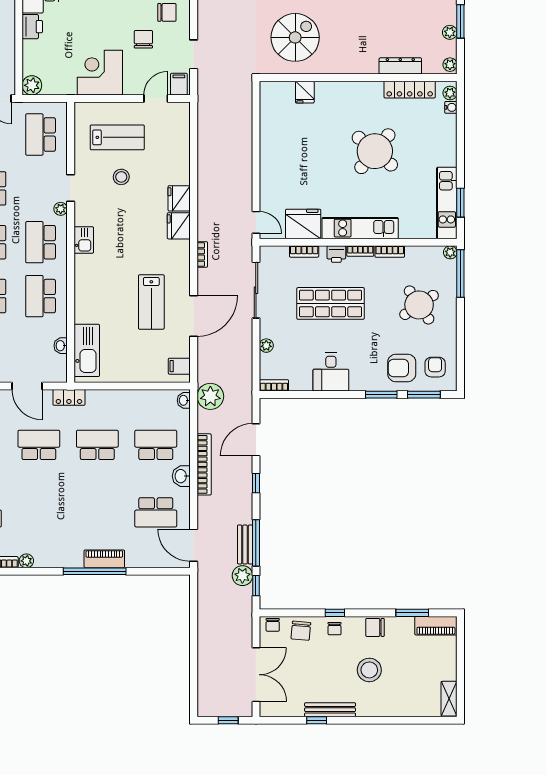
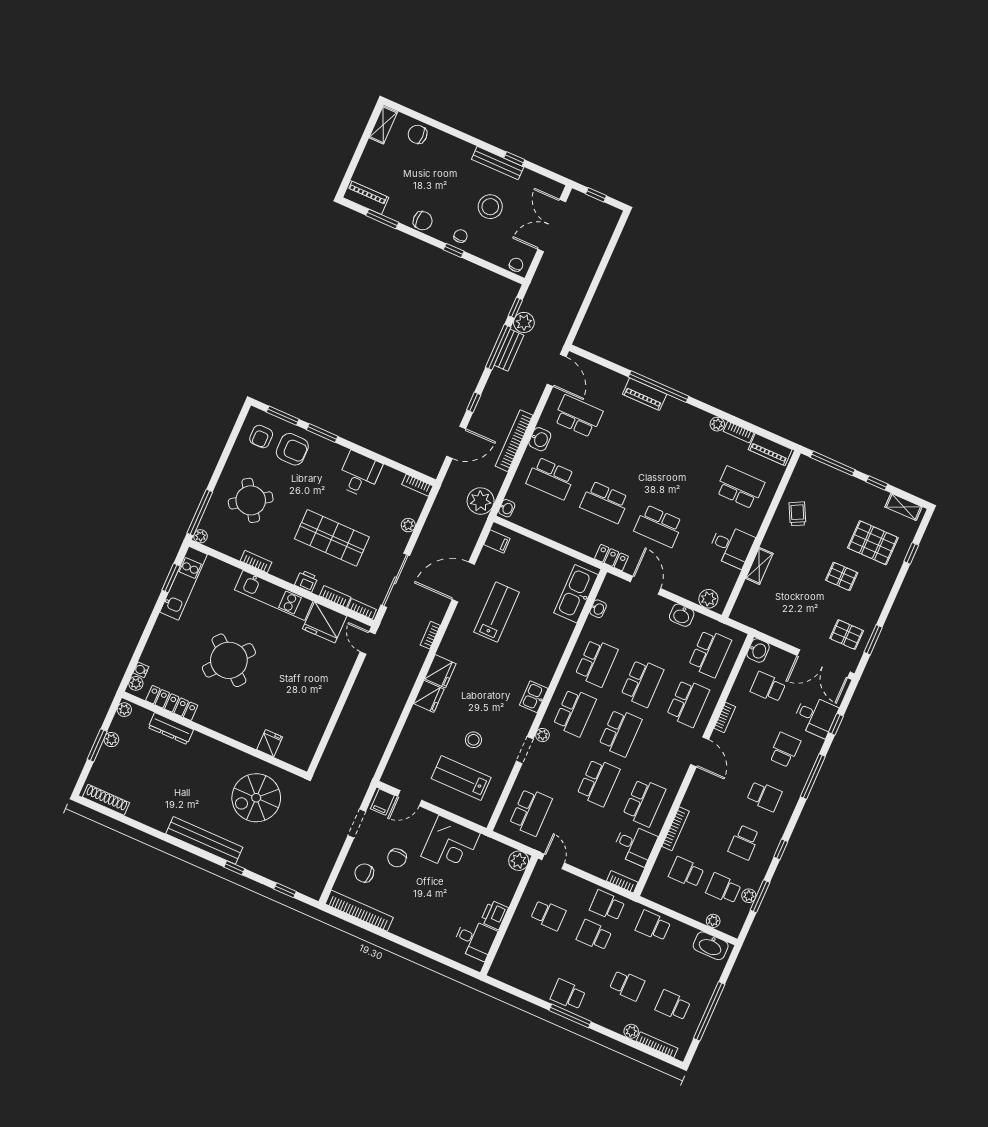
bookcase: (360, 251) -> (362, 609), moved
chair: (301, 631) -> (418, 134), moved, turned -95
stool: (369, 670) -> (490, 207), moved

